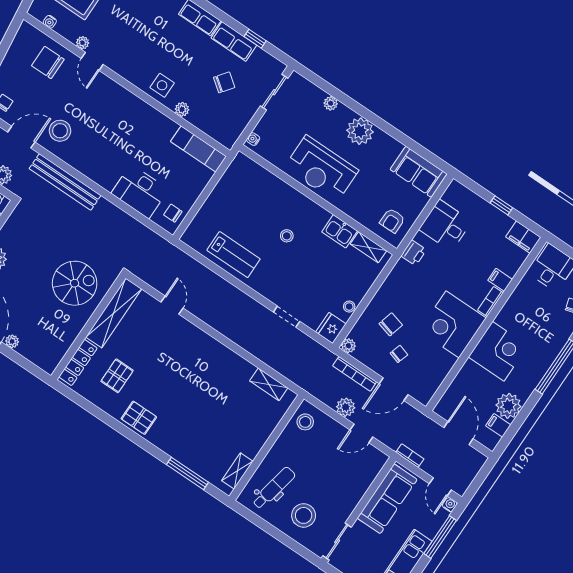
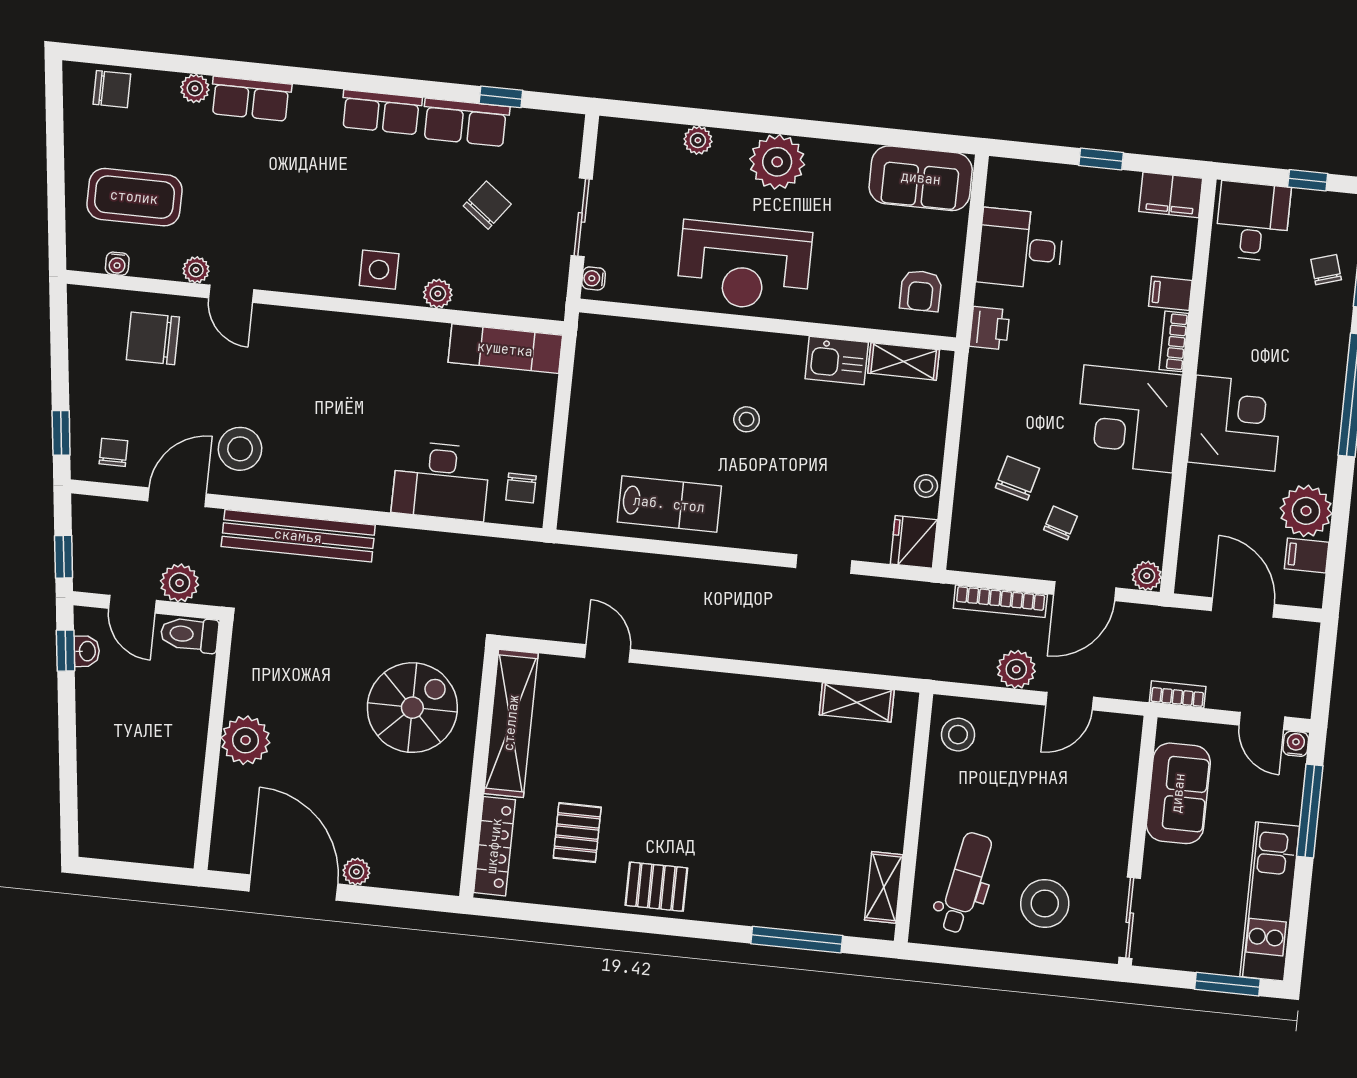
sliding door: (274, 92) -> (582, 217), moved
chair: (173, 213) -> (521, 488), turned -90
plant: (348, 346) -> (1147, 576), moved
sofa: (387, 499) -> (1178, 793), width x0.73

